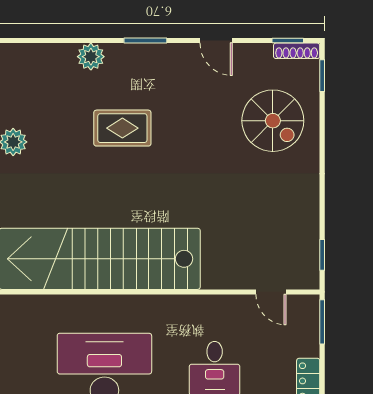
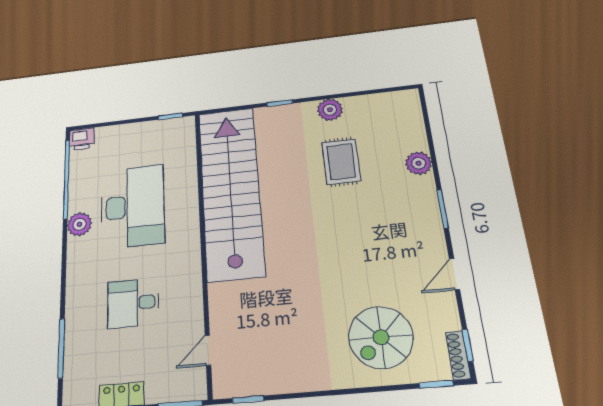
rug: (122, 128) -> (341, 162), moved

